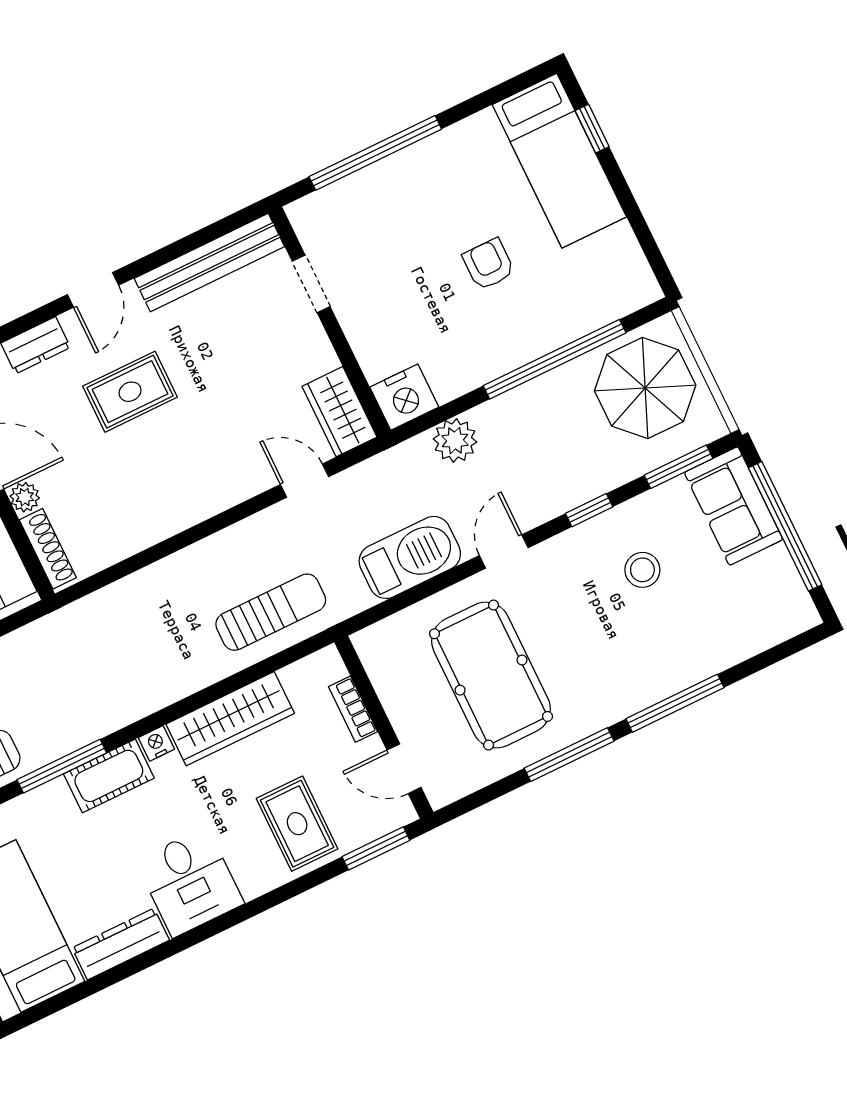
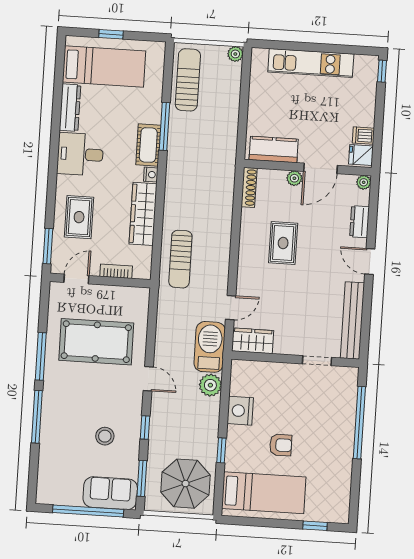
bed: (559, 161) -> (264, 493), moved, turned 180
window: (555, 359) -> (221, 450), width x0.32
rug: (130, 392) -> (283, 243), moved
nightstand: (404, 397) -> (240, 411), moved
shoe rack: (48, 549) -> (249, 187), moved, turned -90
barbecue: (410, 557) -> (210, 347), moved, turned 180
rug: (297, 824) -> (79, 217), turned 90

